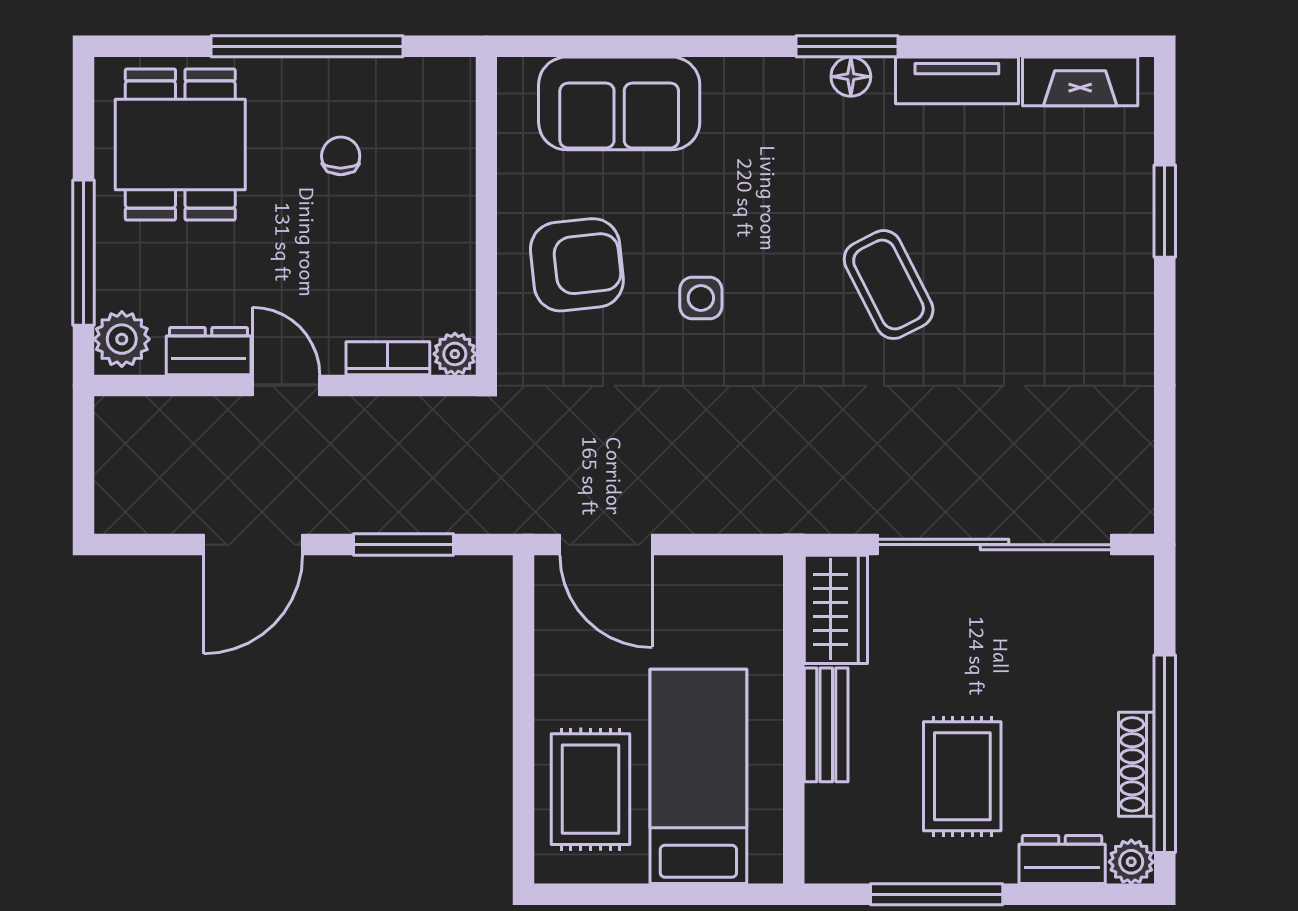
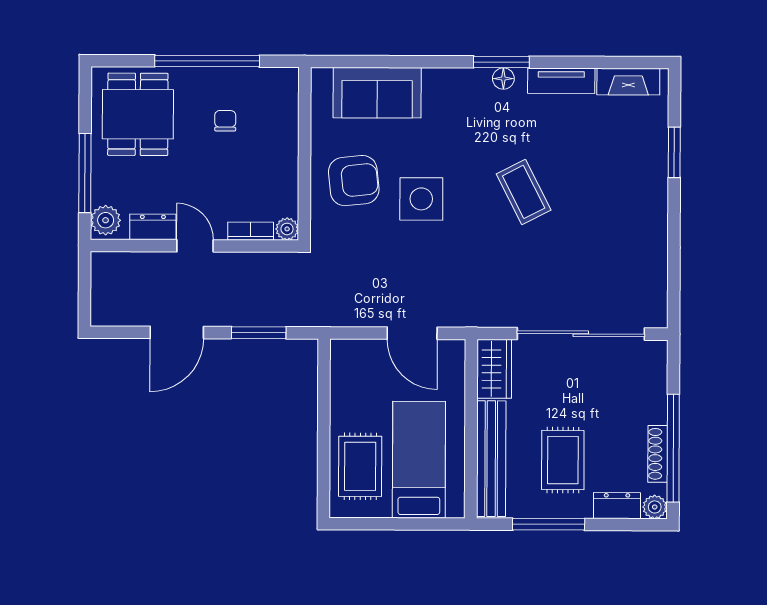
side table: (701, 298) -> (421, 199), width x1.87, depth x1.87
door: (606, 545) -> (412, 333), moved
bench: (826, 725) -> (491, 459), width x1.86, depth x1.21

